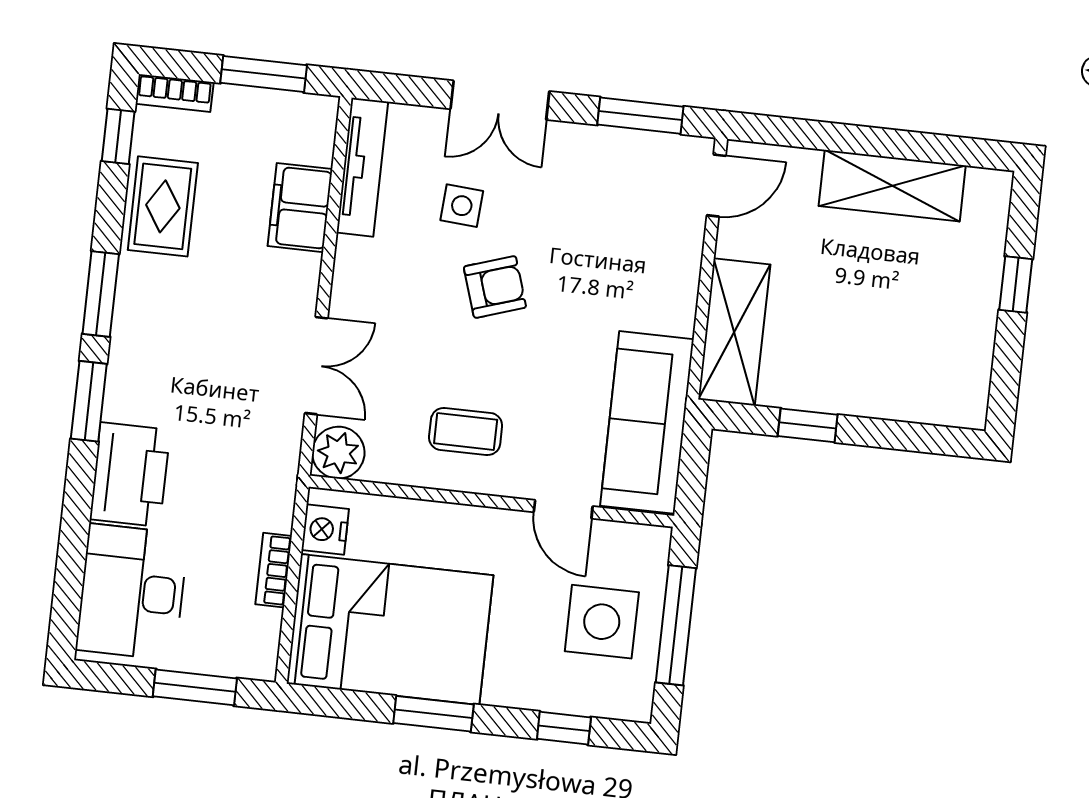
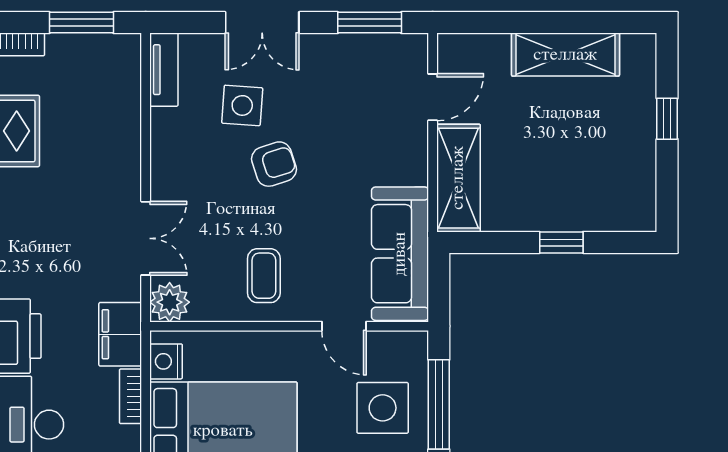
tv unit: (362, 167) -> (164, 70), width x0.71
door: (716, 186) -> (433, 97), moved
side table: (462, 206) -> (242, 105), width x1.37, depth x1.37
filing cabinet: (300, 208) -> (120, 334), moved
window: (808, 425) -> (561, 242), moved
coffee table: (466, 432) -> (264, 276), turned 90

